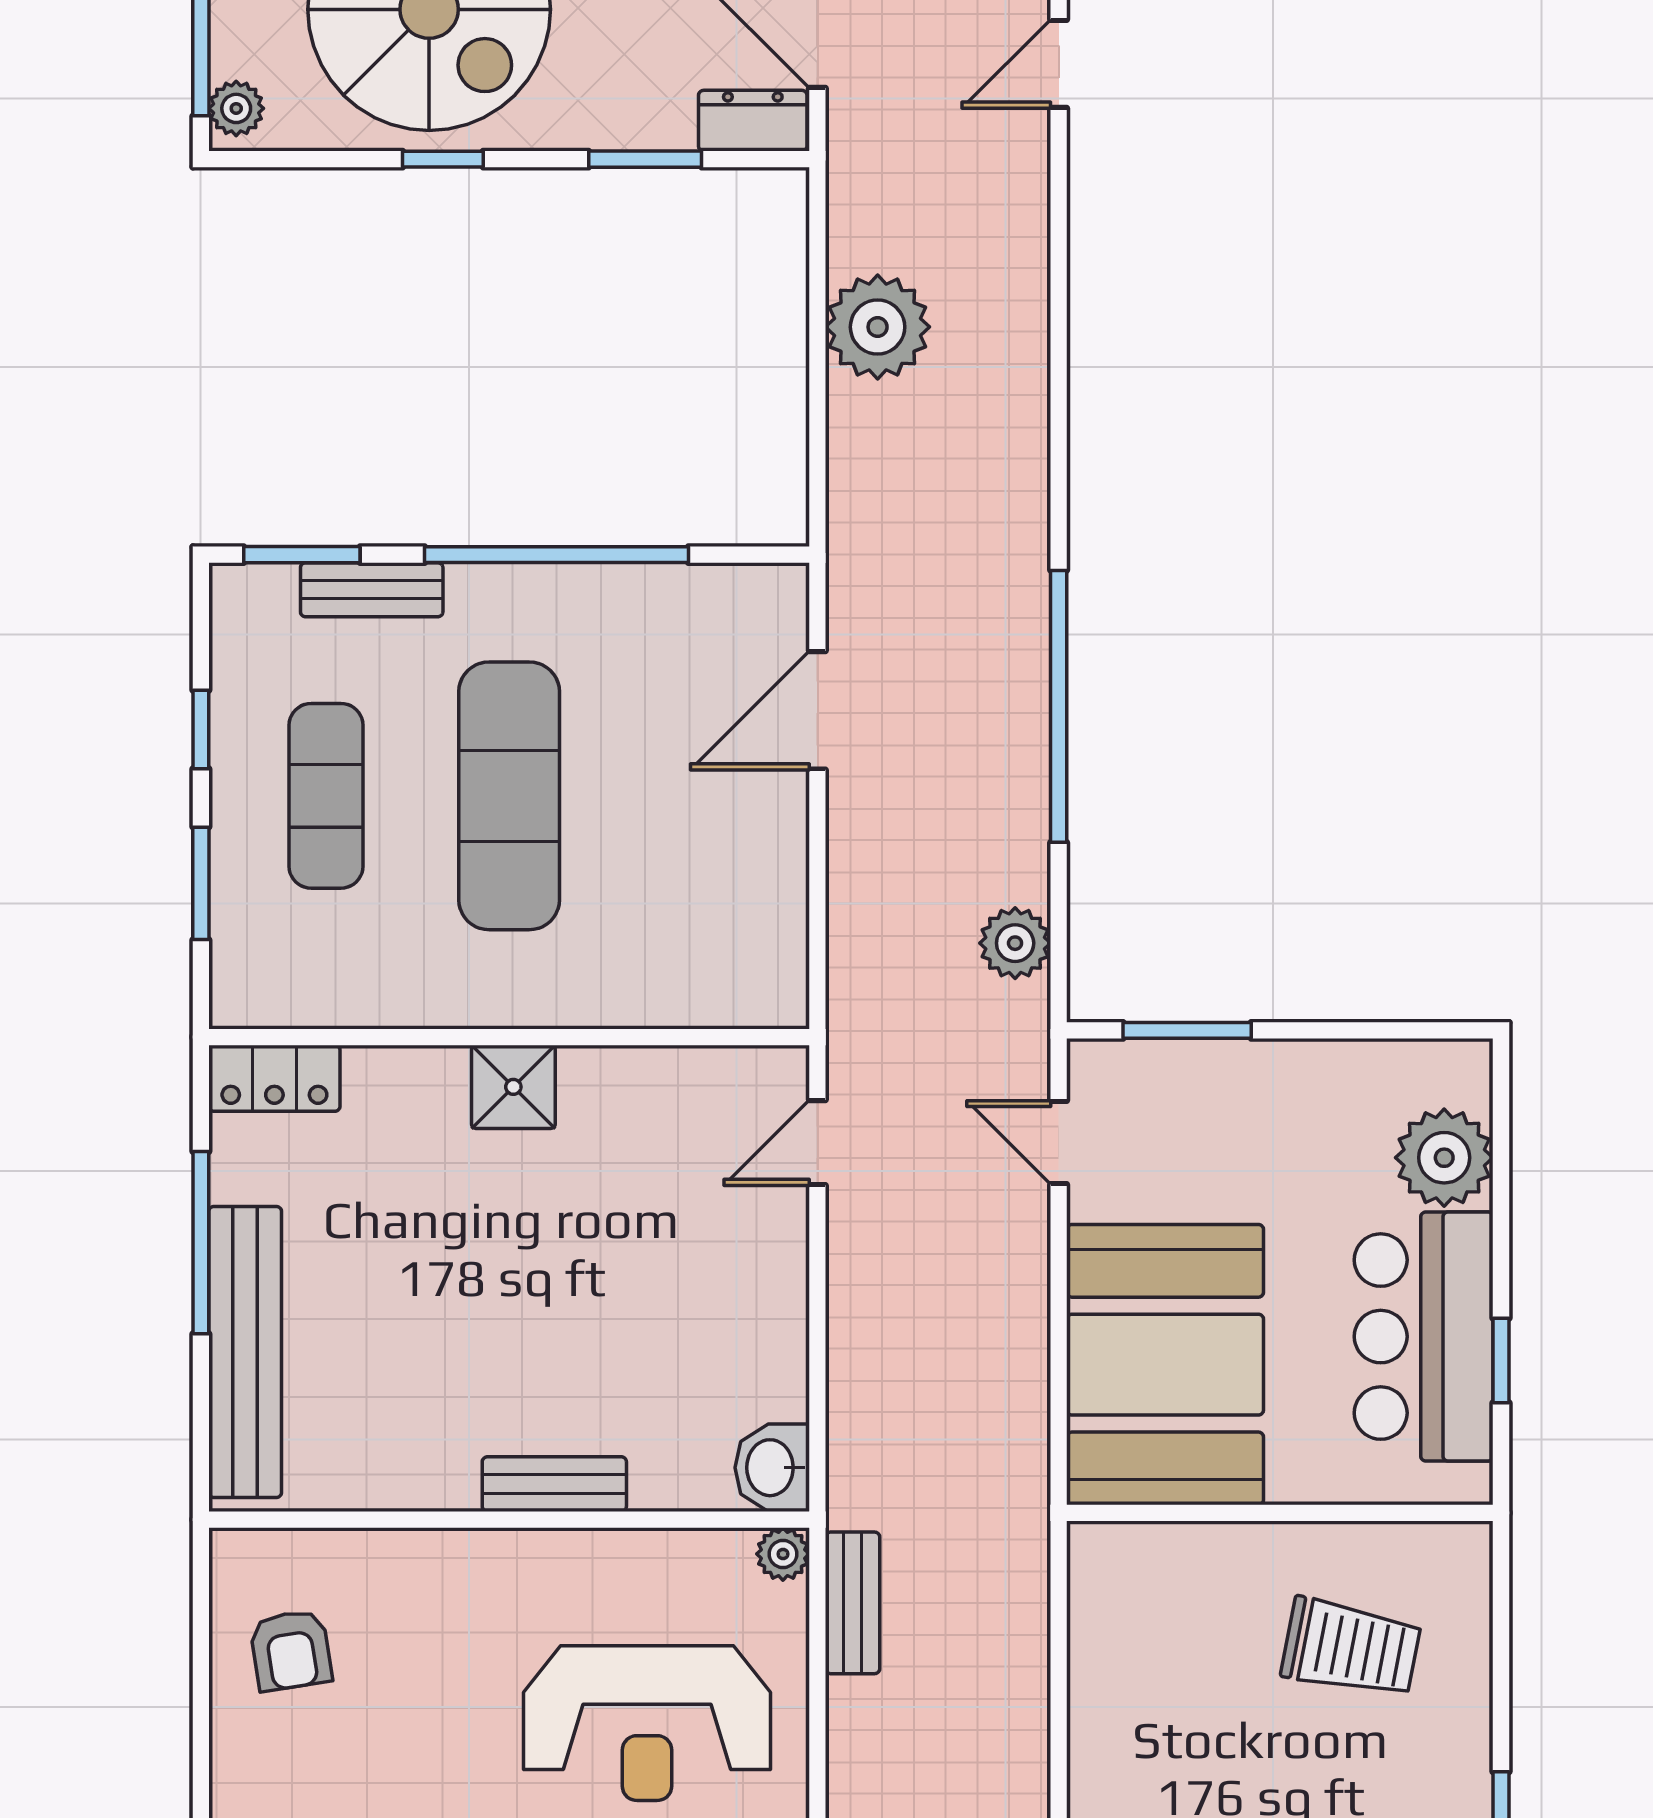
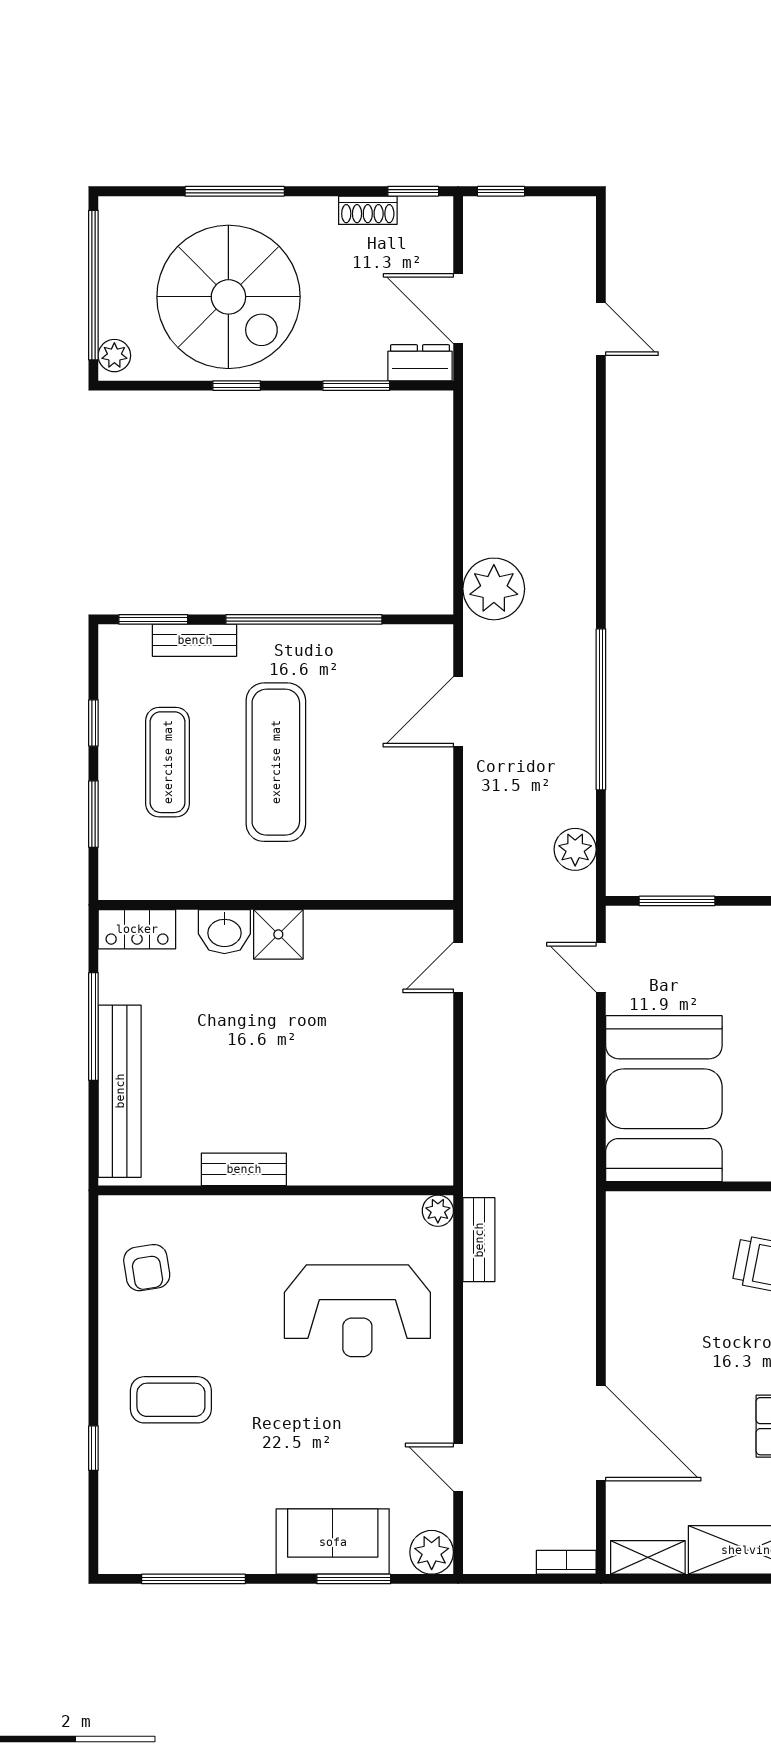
door: (1059, 64) -> (601, 329), swing flipped
plant: (878, 327) -> (494, 589), moved
washbasin: (772, 1468) -> (224, 932), moved, turned -90
bench: (554, 1484) -> (244, 1169), moved

